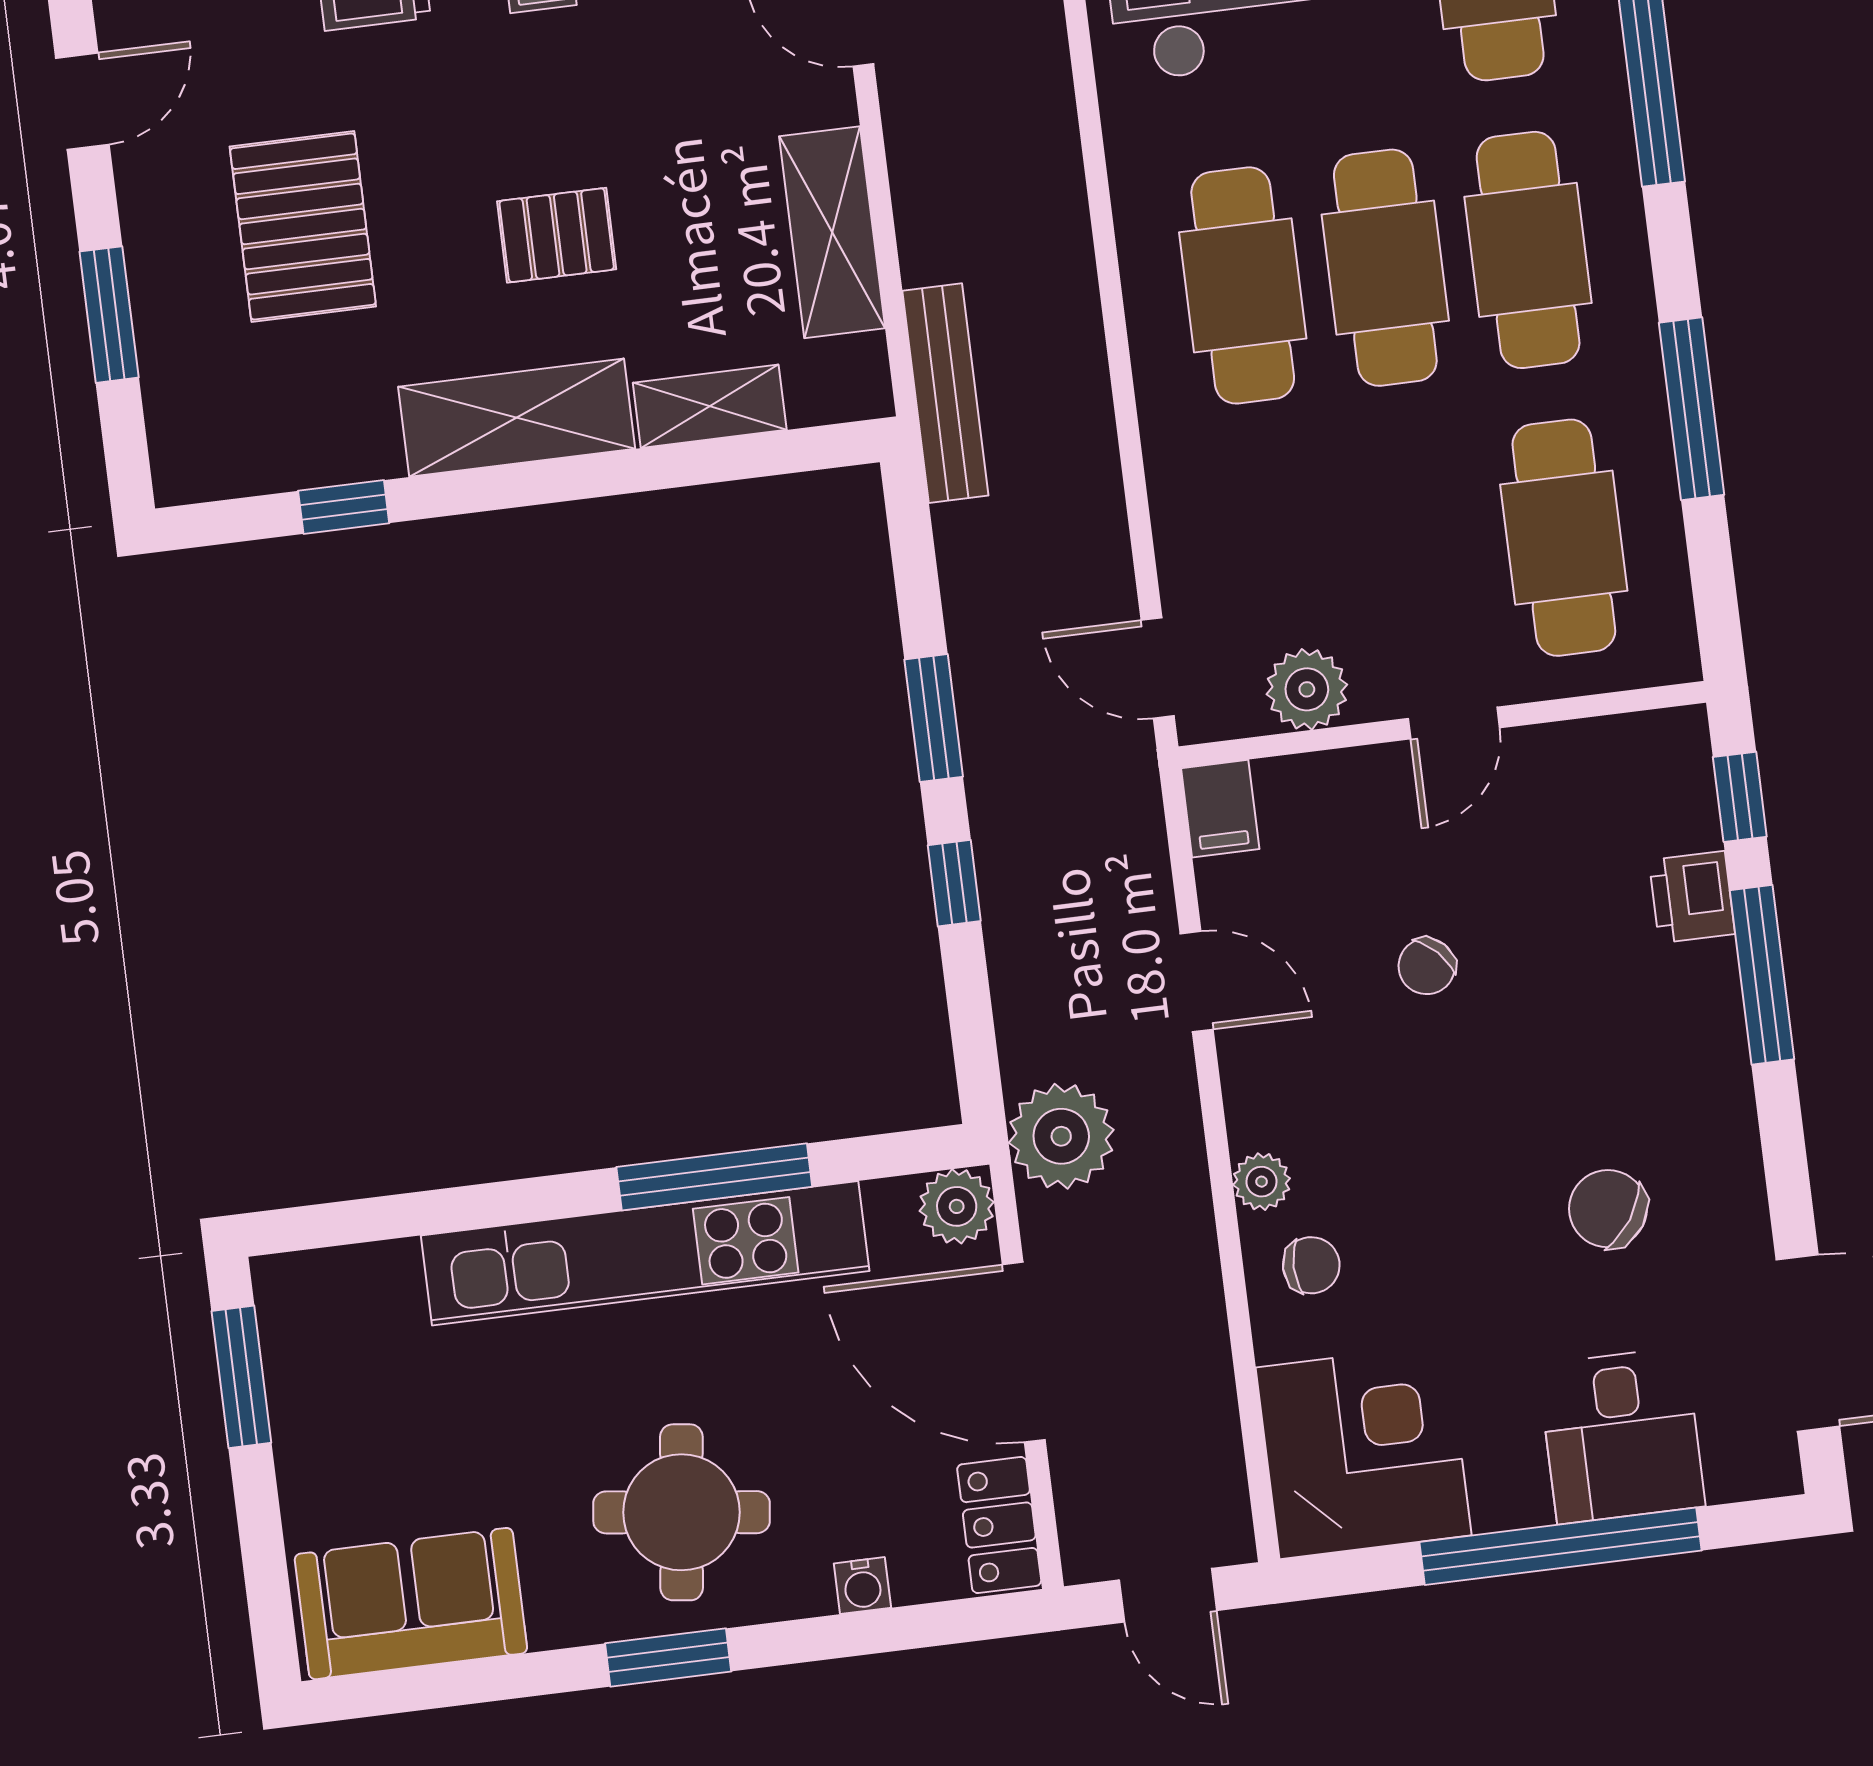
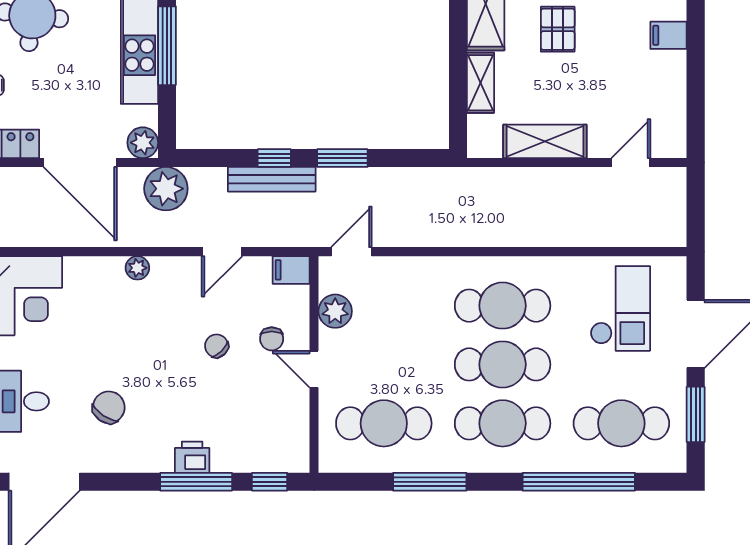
bench: (945, 393) -> (272, 179), moved
printer: (1692, 897) -> (192, 457), moved
chair: (1311, 1265) -> (272, 339), moved
door: (1024, 1352) -> (80, 163), swing flipped

